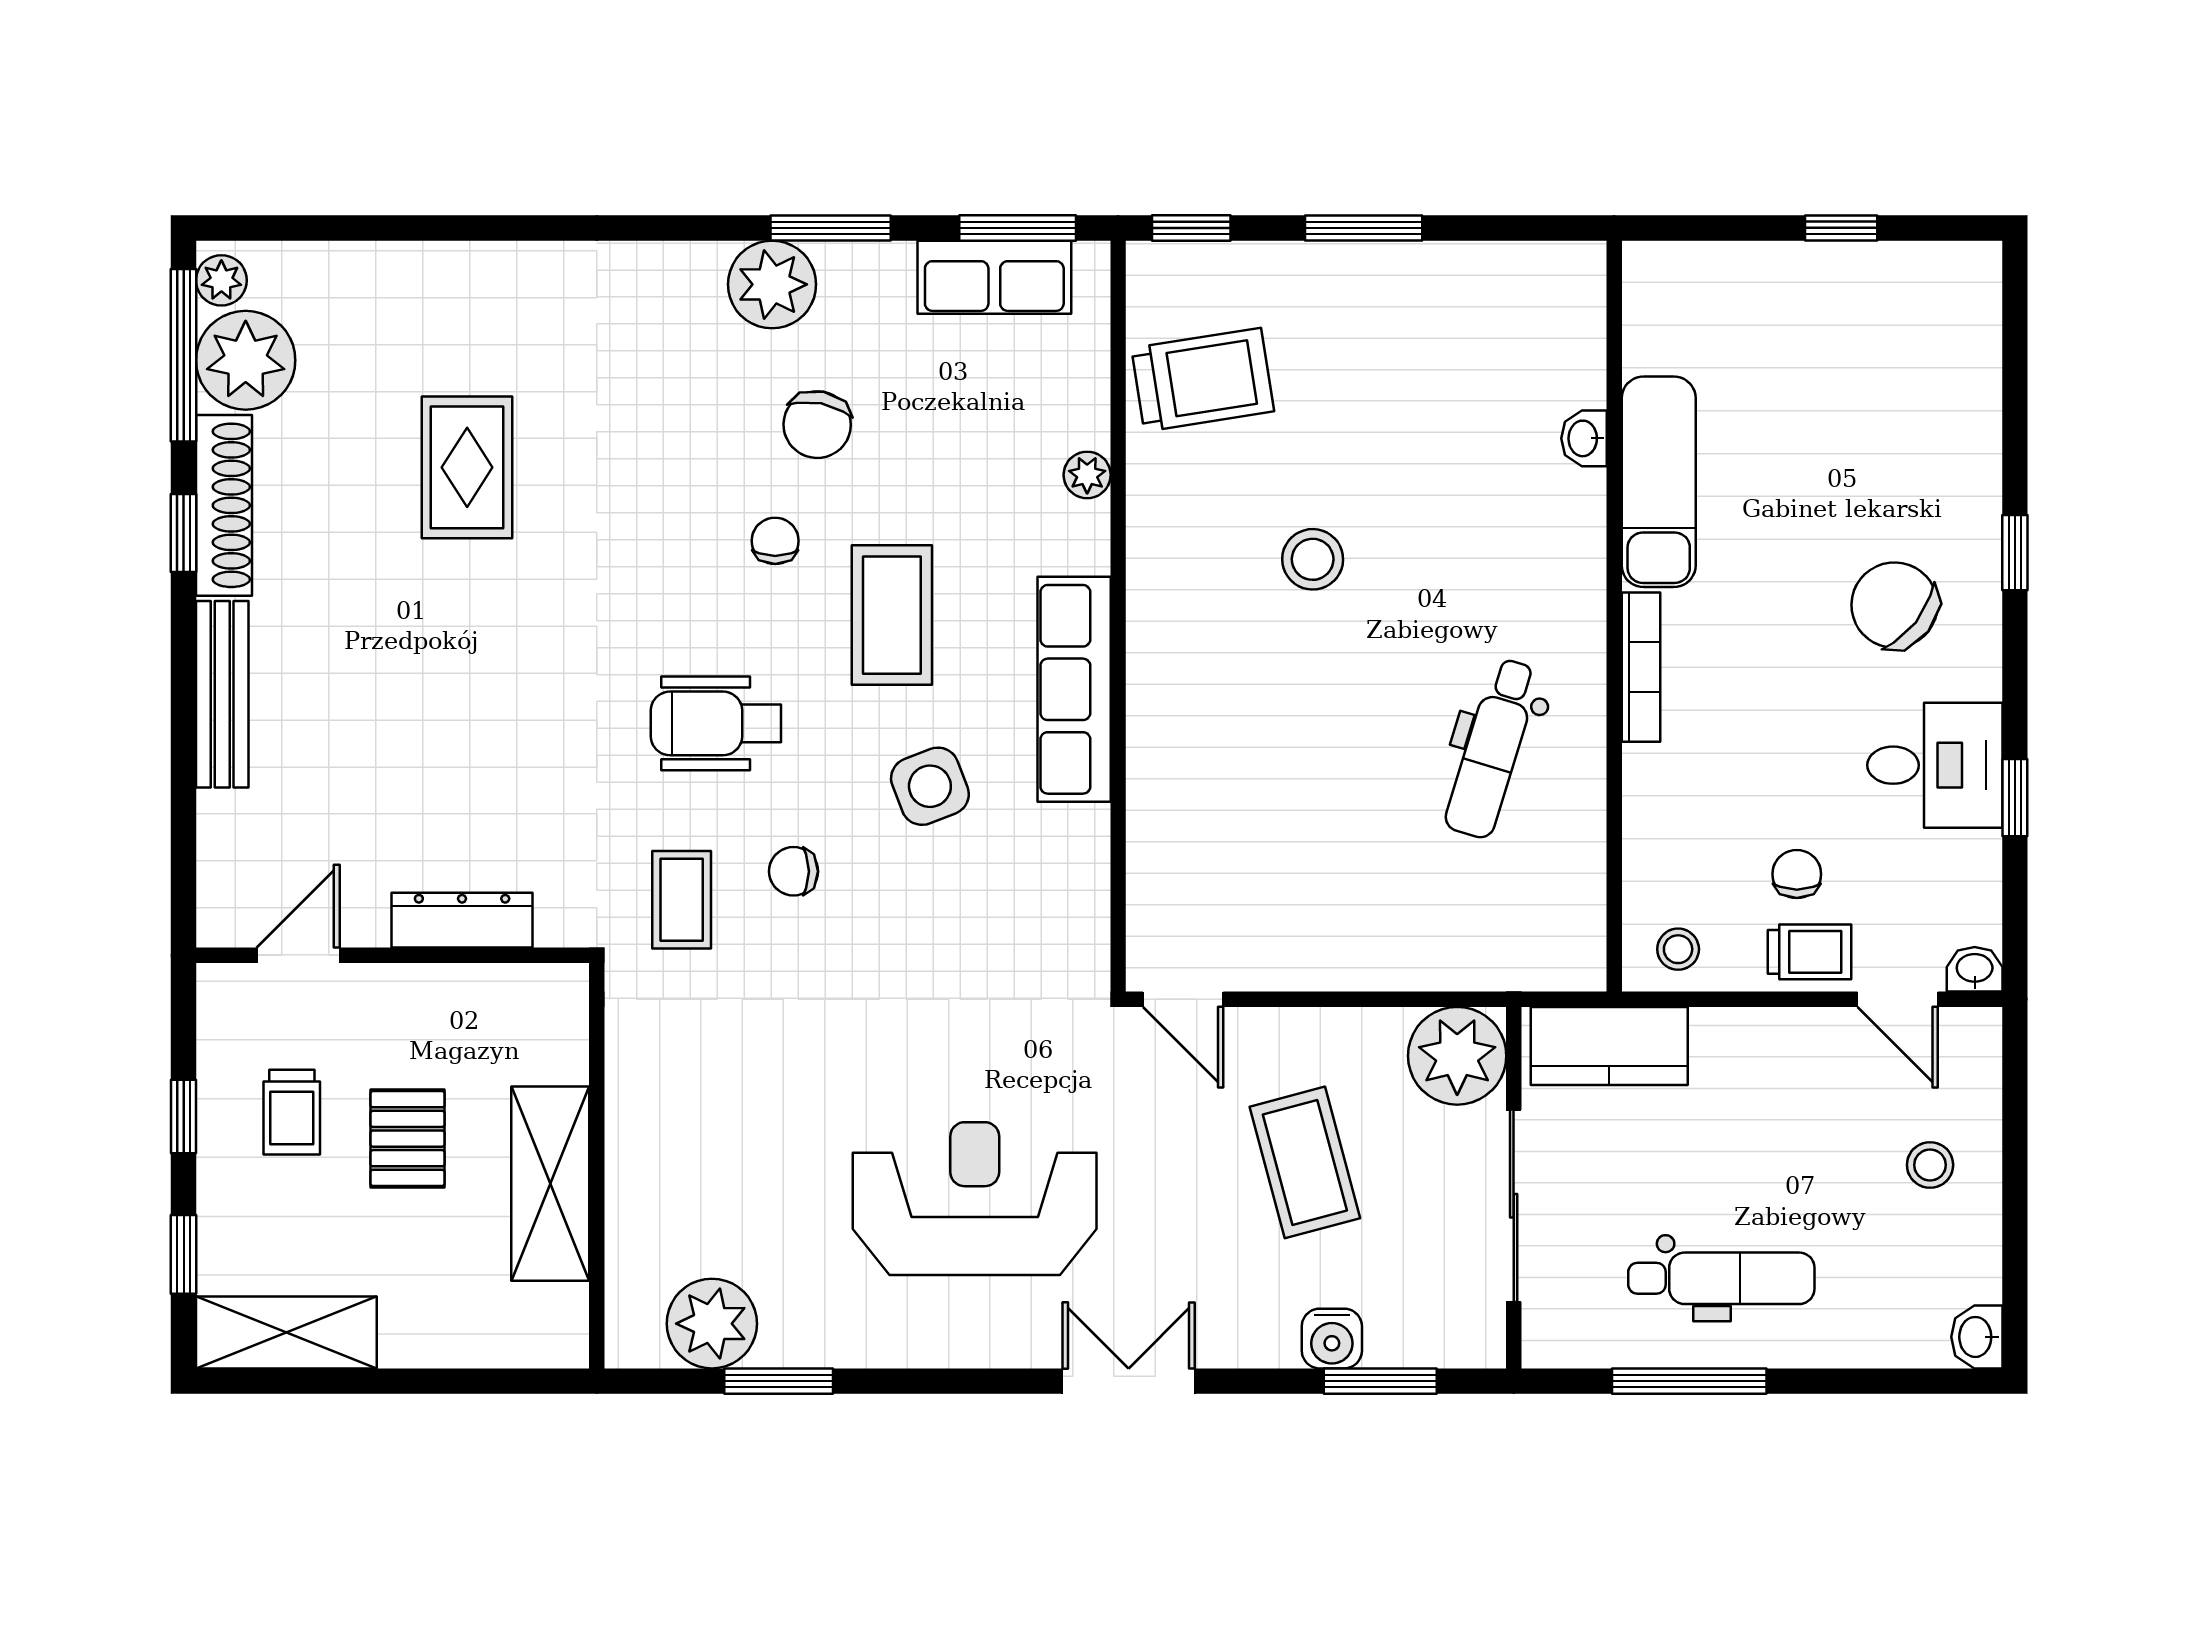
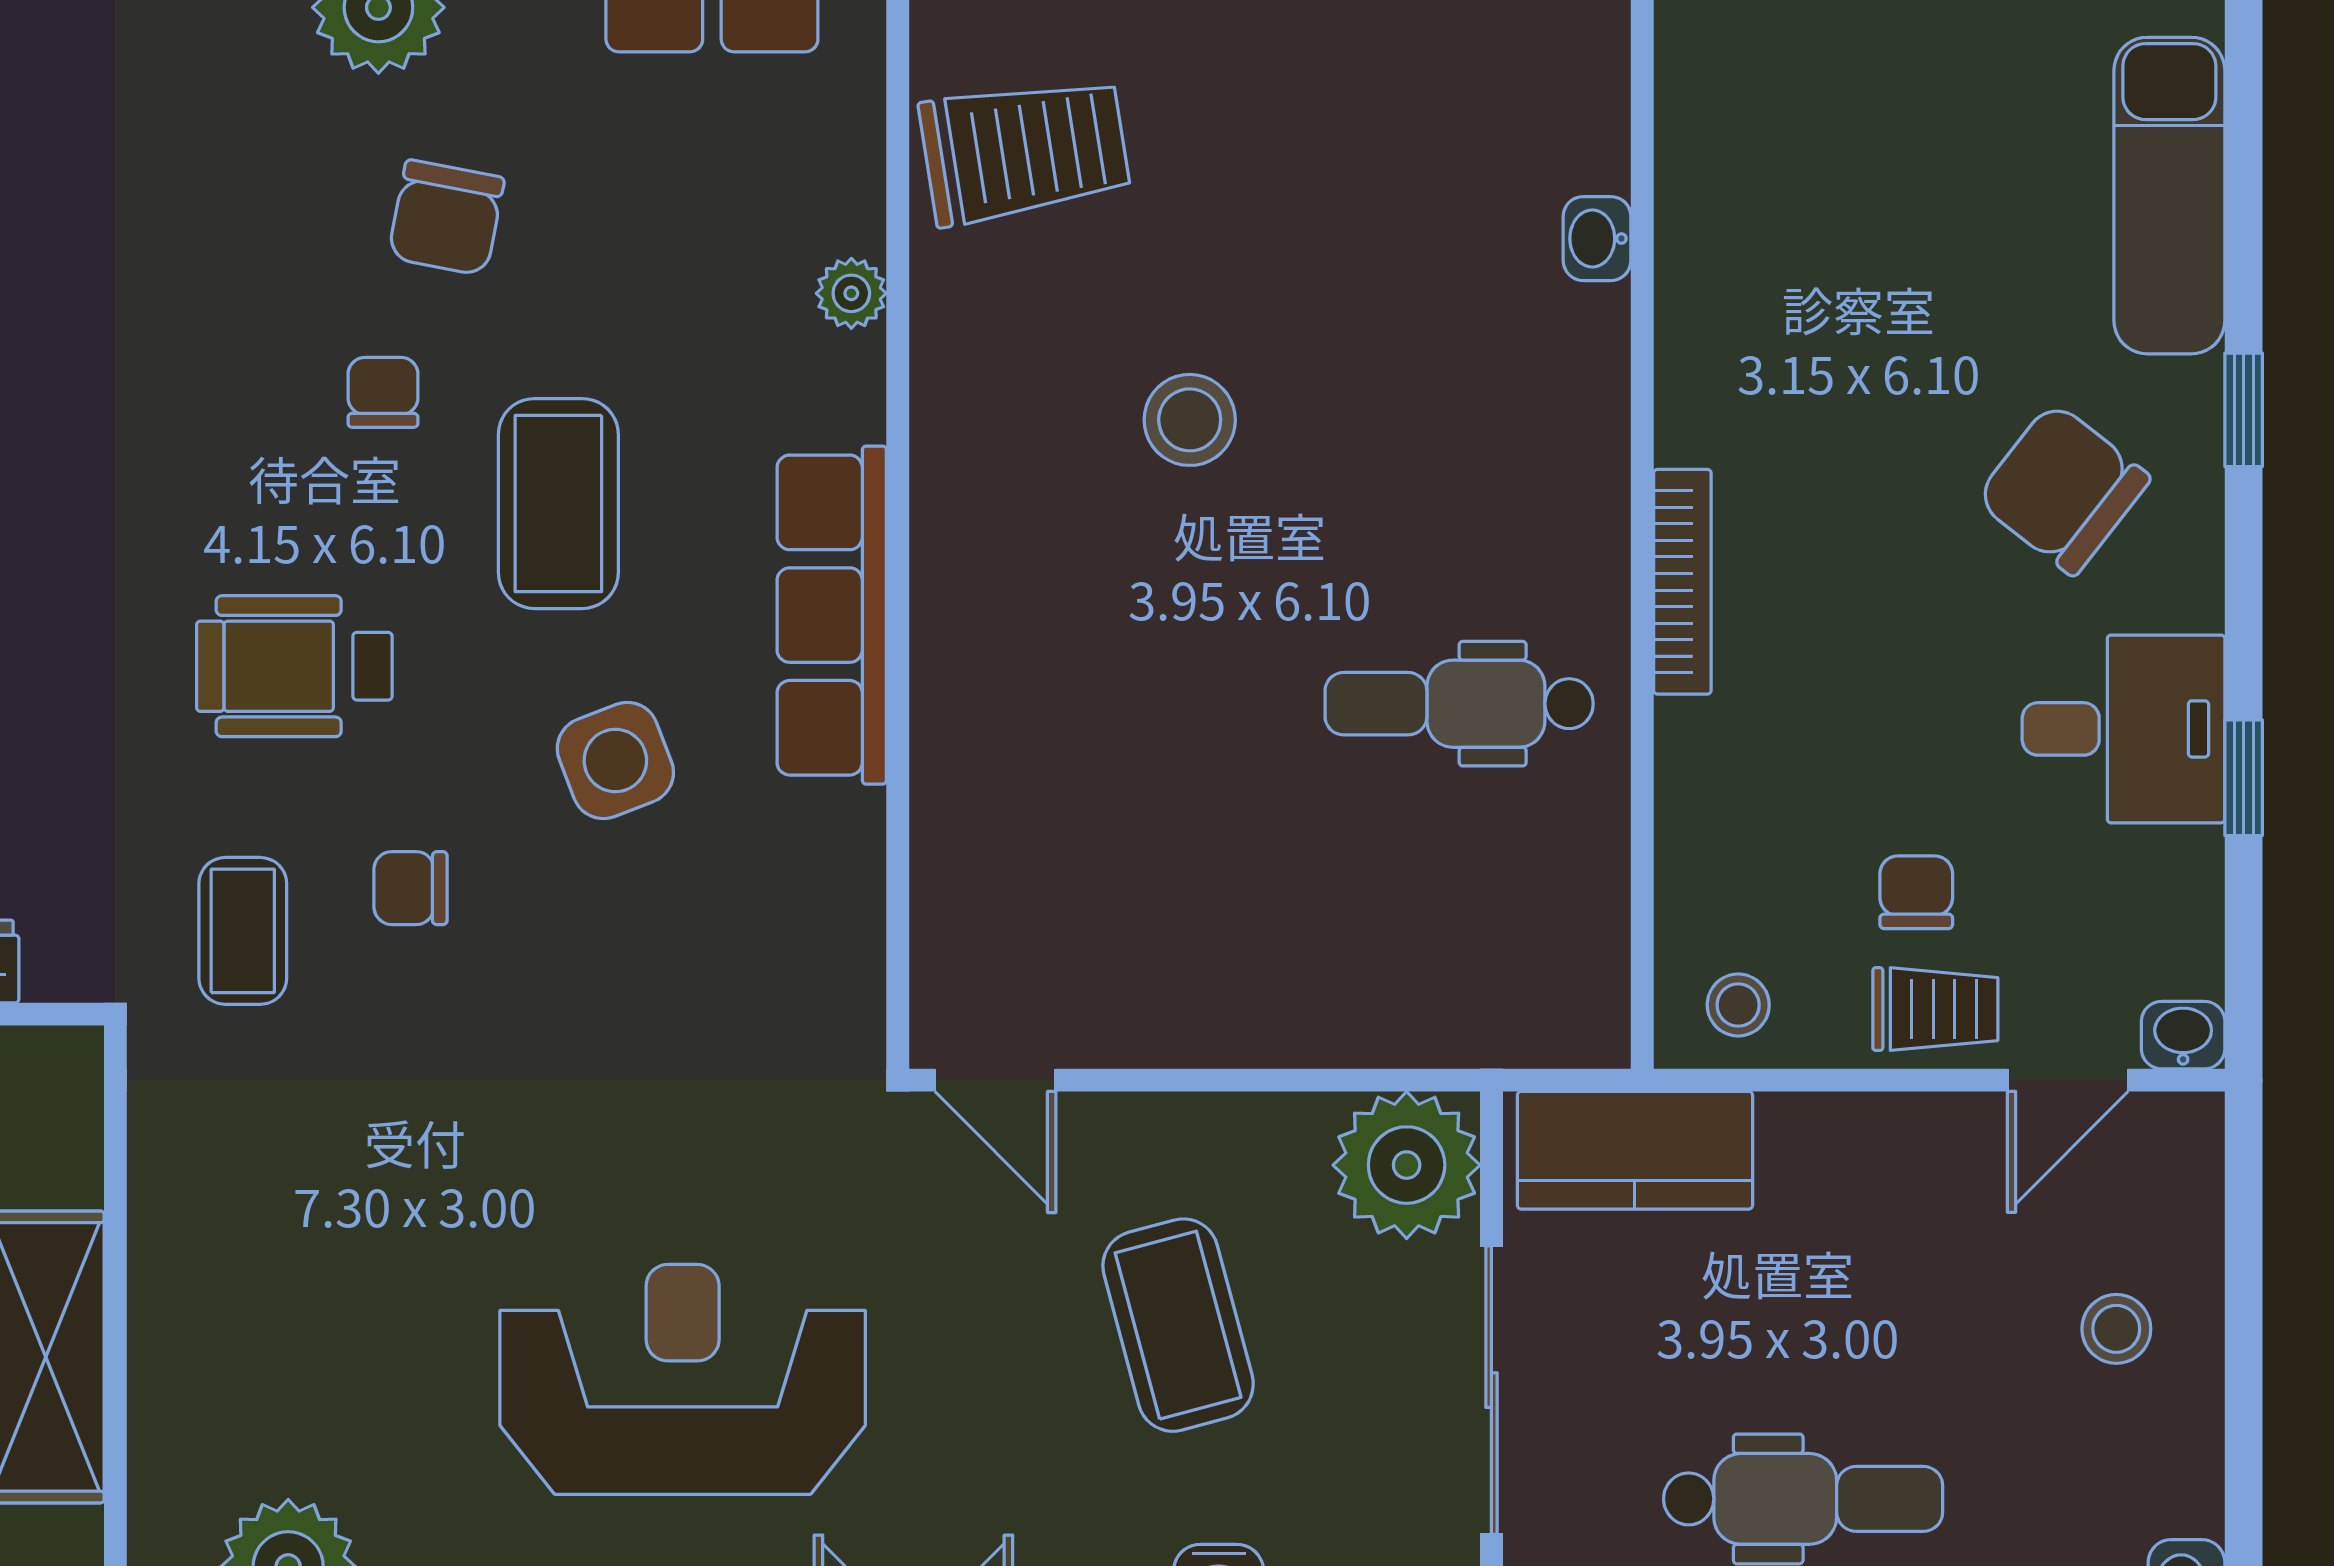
exam couch: (1659, 482) -> (2169, 196), moved, turned 180
dental chair: (1492, 748) -> (1459, 704), turned 73
door: (1898, 999) -> (2068, 1080), hinge flipped

